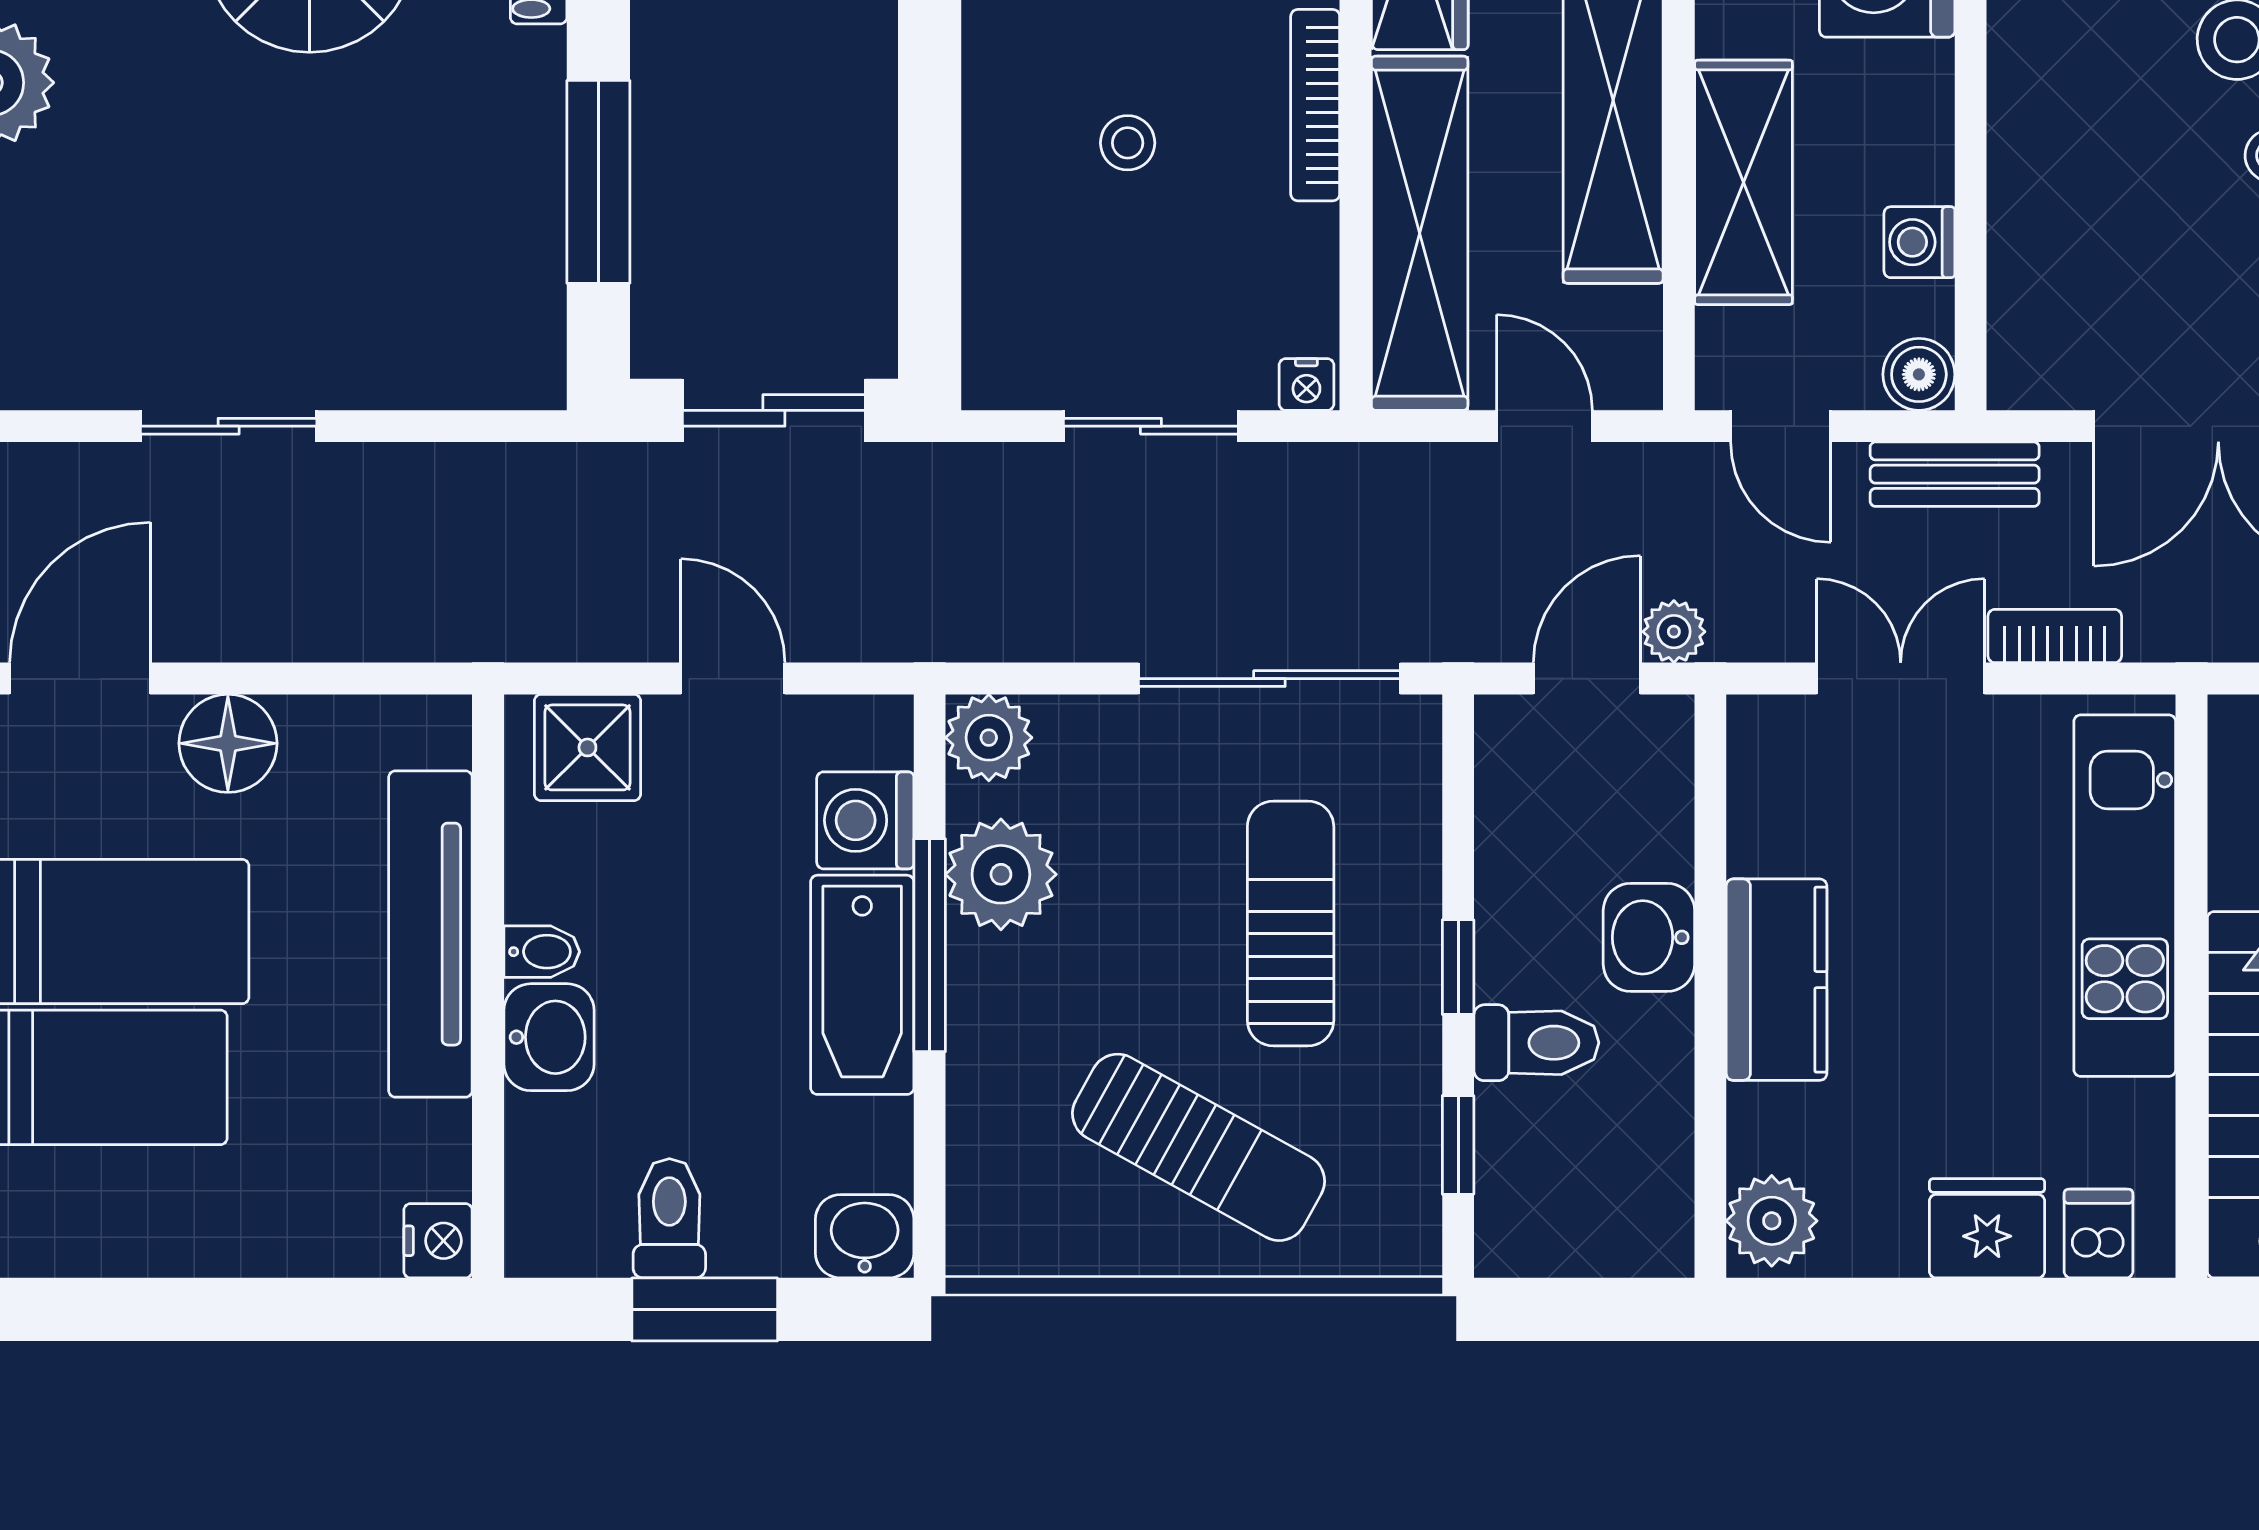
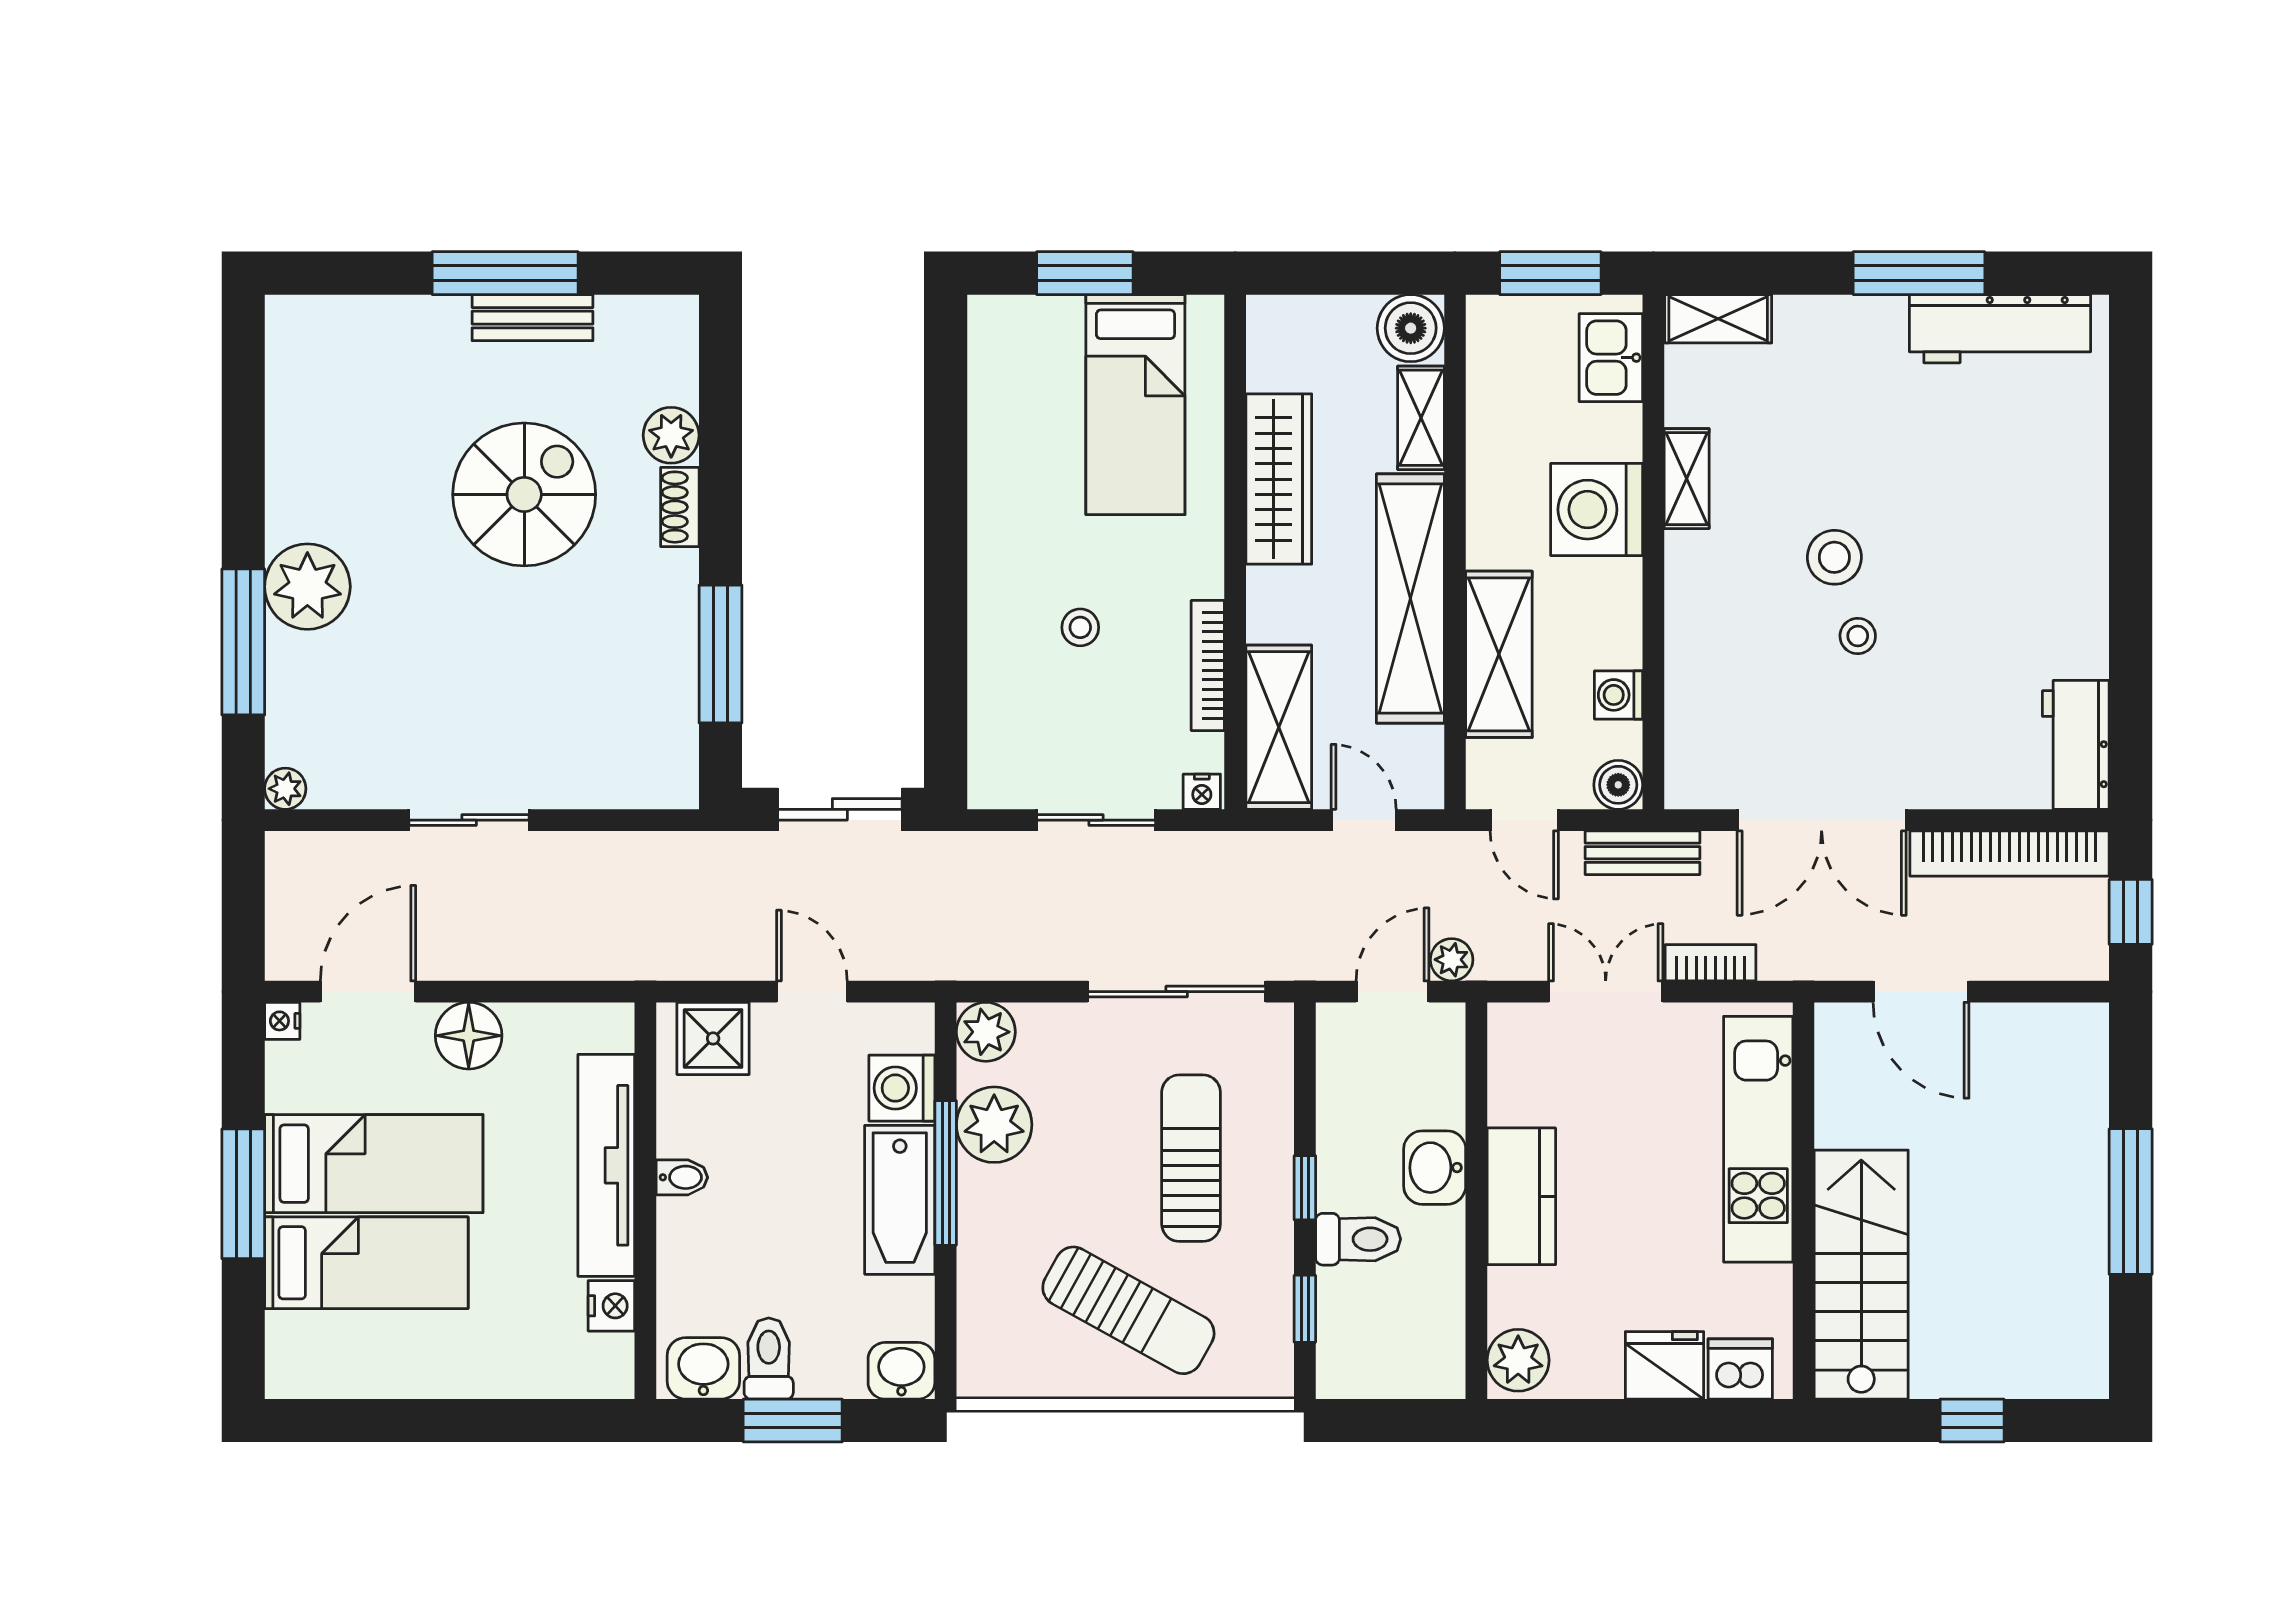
bookcase: (1315, 105) -> (1208, 665), moved
shelving: (1420, 233) -> (1279, 727), width x0.68
washbasin: (549, 1037) -> (703, 1368), moved, turned -90
dishwasher: (2098, 1234) -> (1740, 1369), width x1.38
nightstand: (438, 1241) -> (611, 1306), moved

